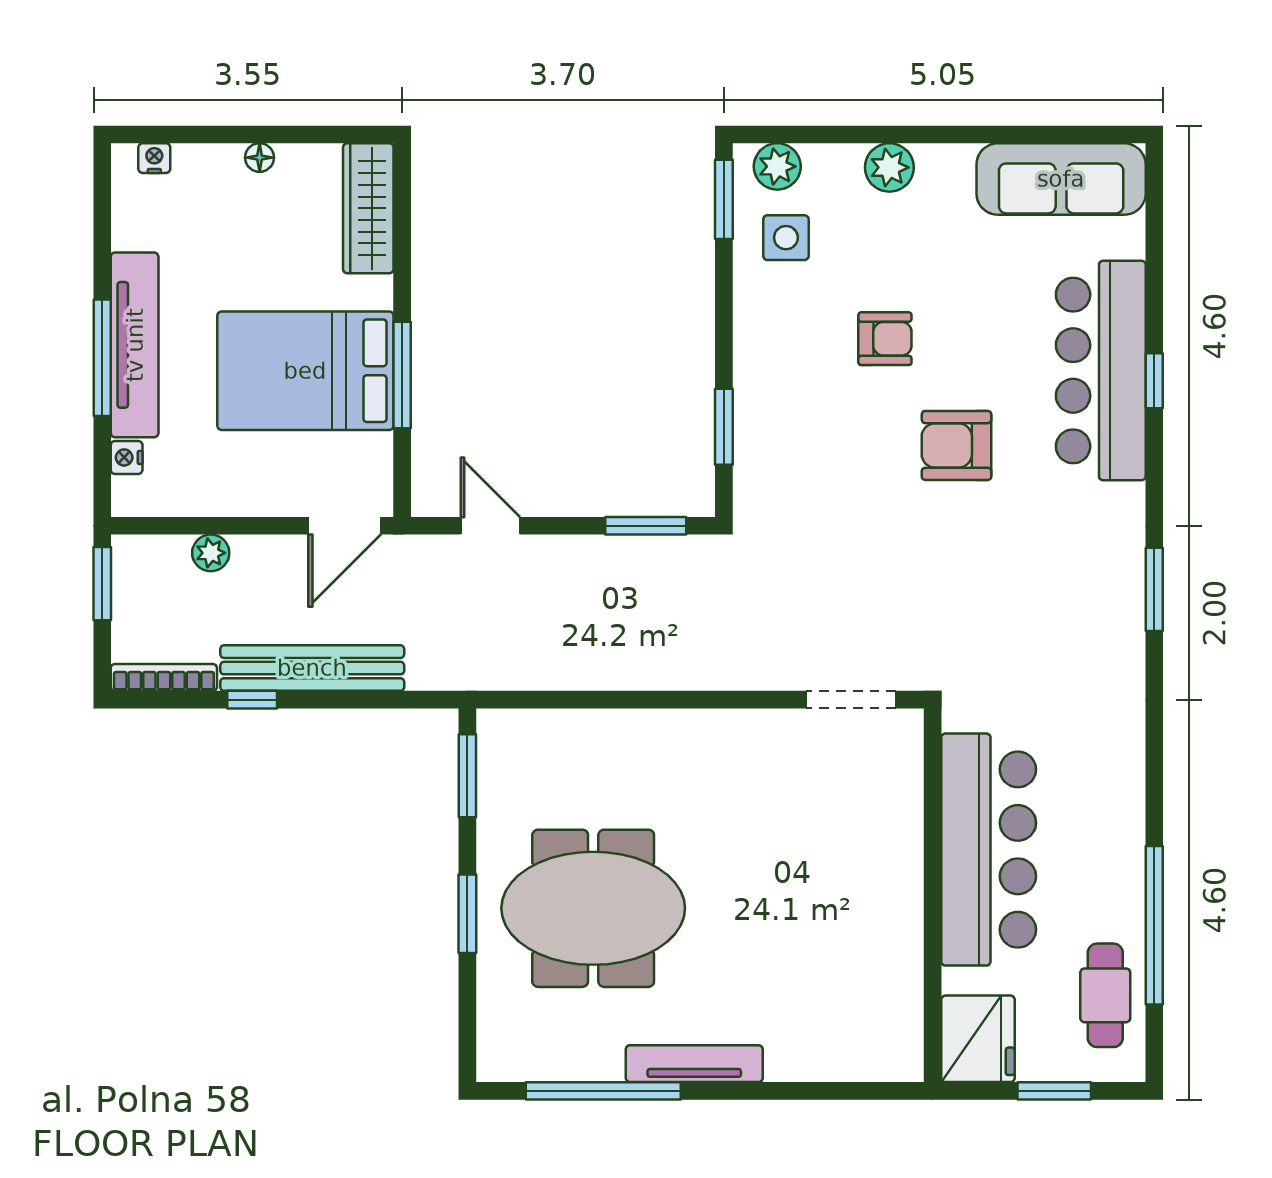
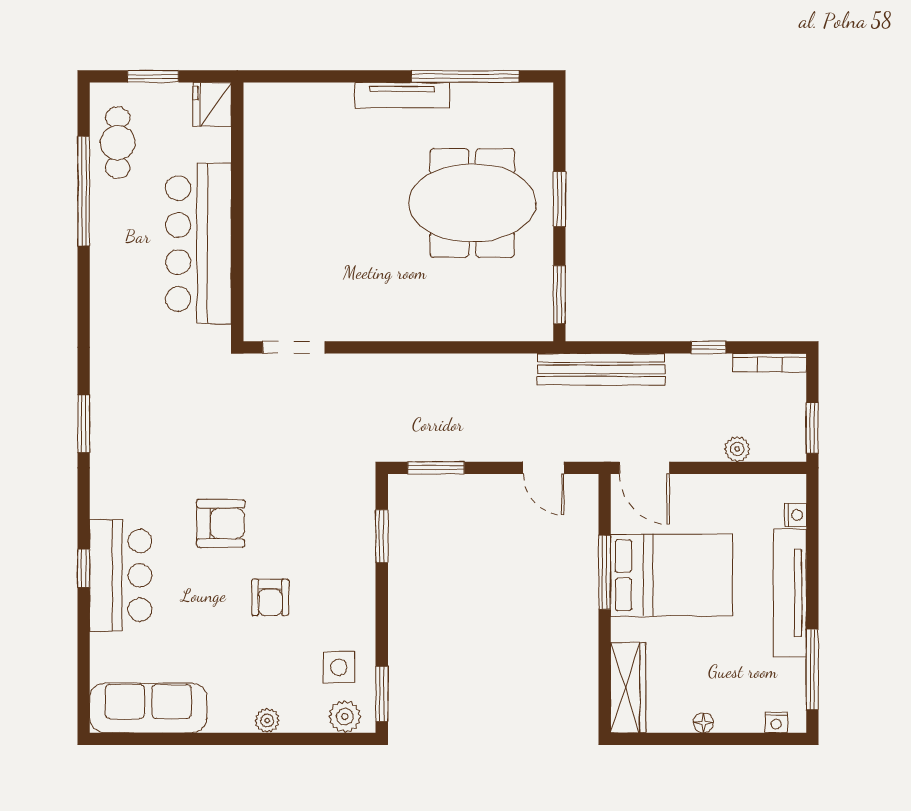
plant: (889, 167) -> (267, 721), width x0.73, depth x0.73
armchair: (885, 339) -> (270, 597), turned -90
window: (102, 358) -> (812, 670), moved
bar counter: (1101, 370) -> (121, 575), width x0.73
door: (345, 526) -> (644, 468), swing flipped
bench: (312, 668) -> (601, 369), moved
fridge: (978, 1039) -> (212, 105), width x0.73, depth x0.75

